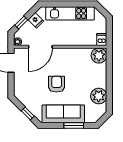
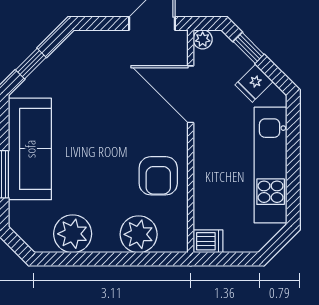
plant: (99, 56) -> (139, 234), moved
armchair: (57, 84) -> (158, 176), moved, turned 90

